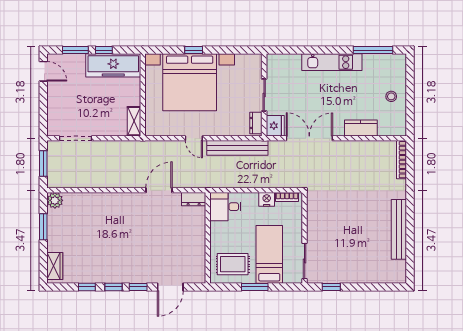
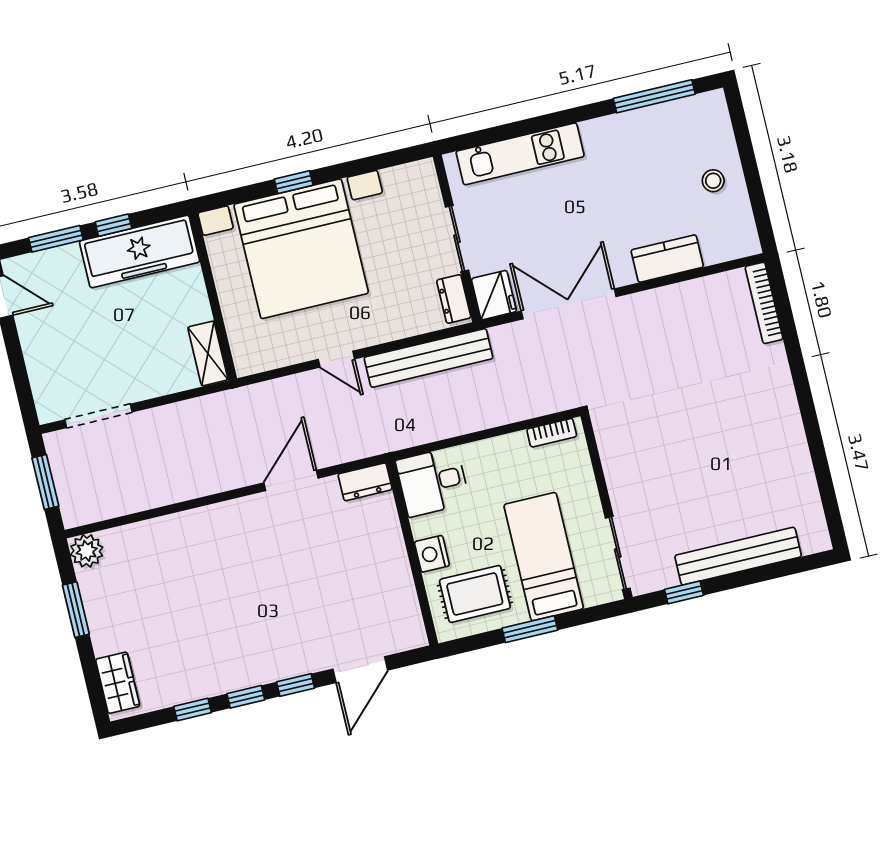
kitchen unit: (332, 62) -> (520, 154), moved
nightstand: (267, 199) -> (432, 554), moved, turned -90
bench: (399, 229) -> (738, 556), moved, turned 90

